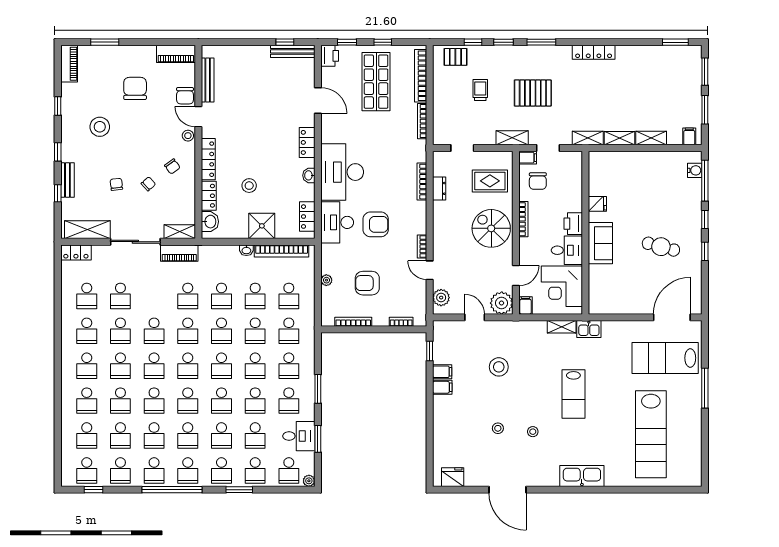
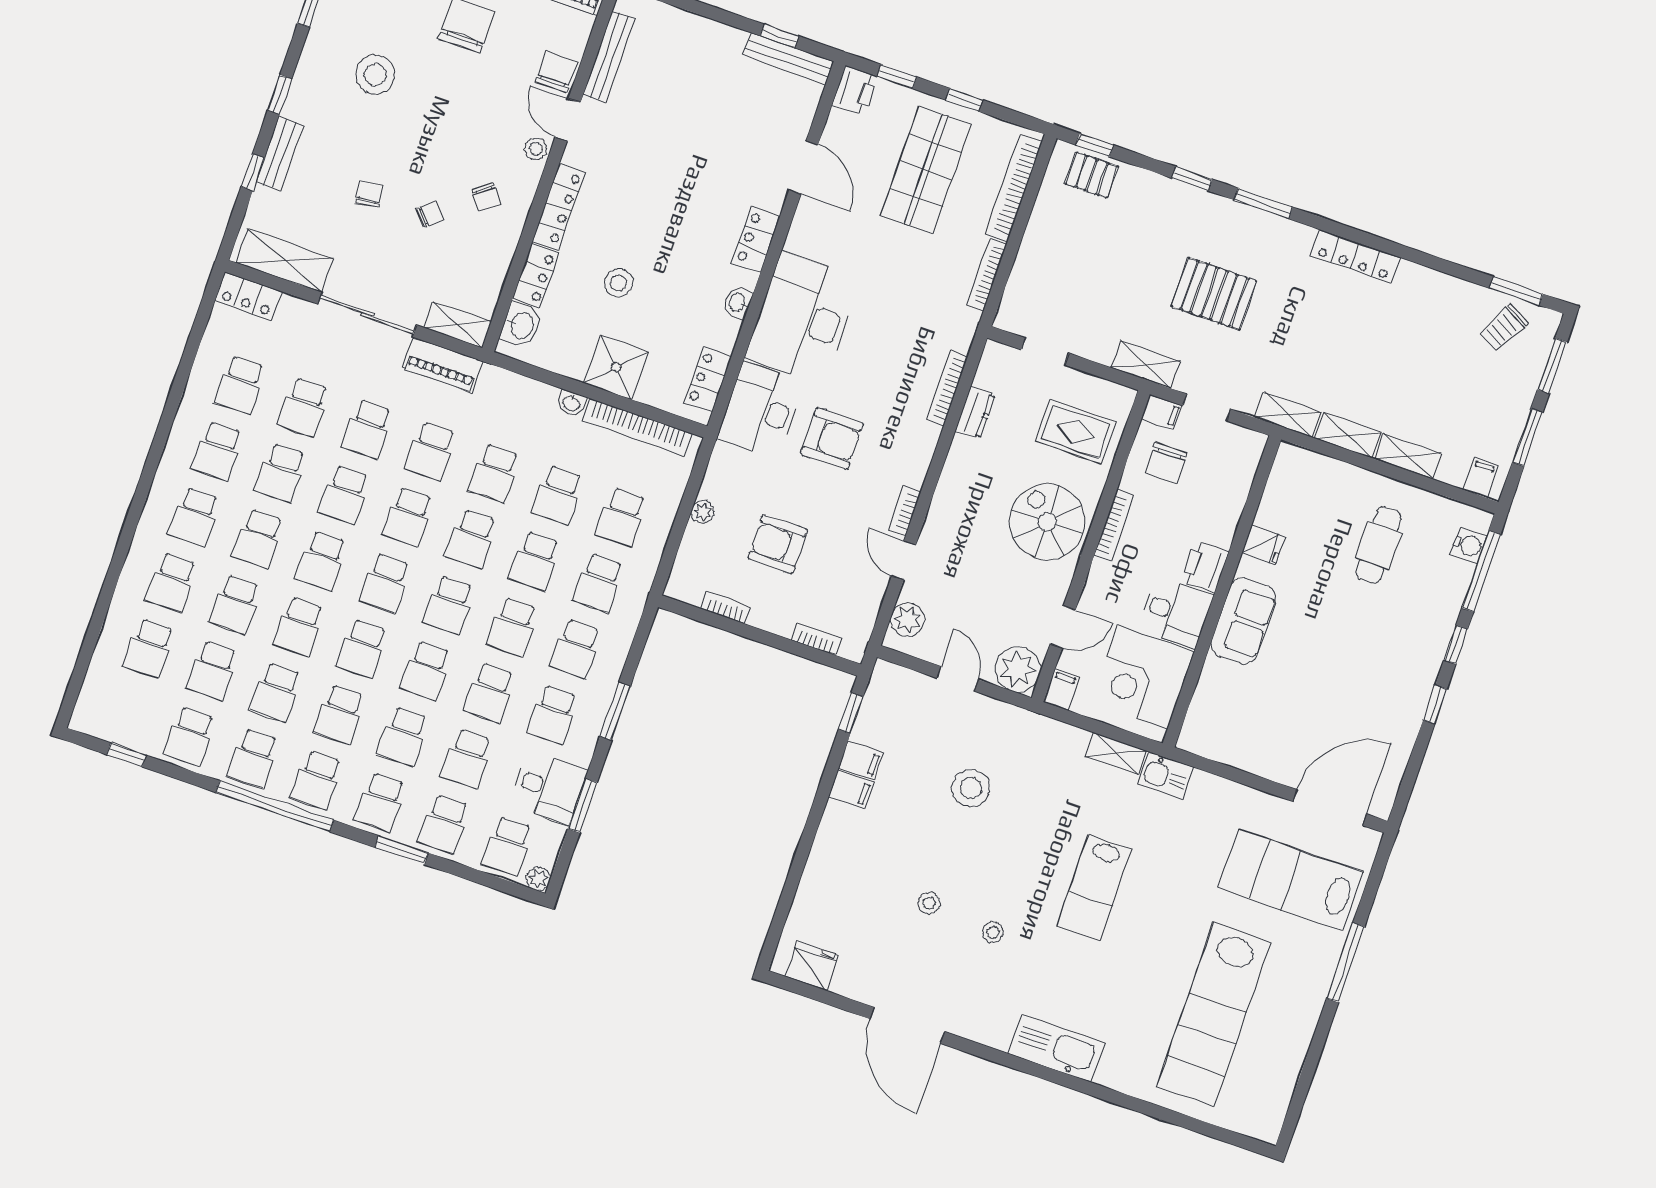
window: (473, 42) -> (1095, 145), moved
trolley: (480, 90) -> (1504, 328), moved, turned -152
chair: (185, 96) -> (556, 72), turned 180
cafe table: (661, 247) -> (1379, 545), moved, turned 75
bookcase: (353, 322) -> (726, 608), width x0.64
school desk: (87, 470) -> (367, 429), moved

